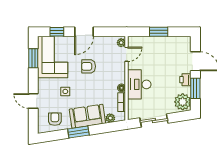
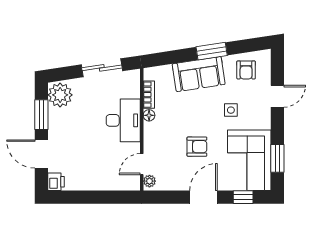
window: (159, 32) -> (95, 197), removed
printer: (185, 80) -> (56, 182), moved
door: (33, 101) -> (277, 96), hinge flipped
plant: (110, 118) -> (165, 71), removed

